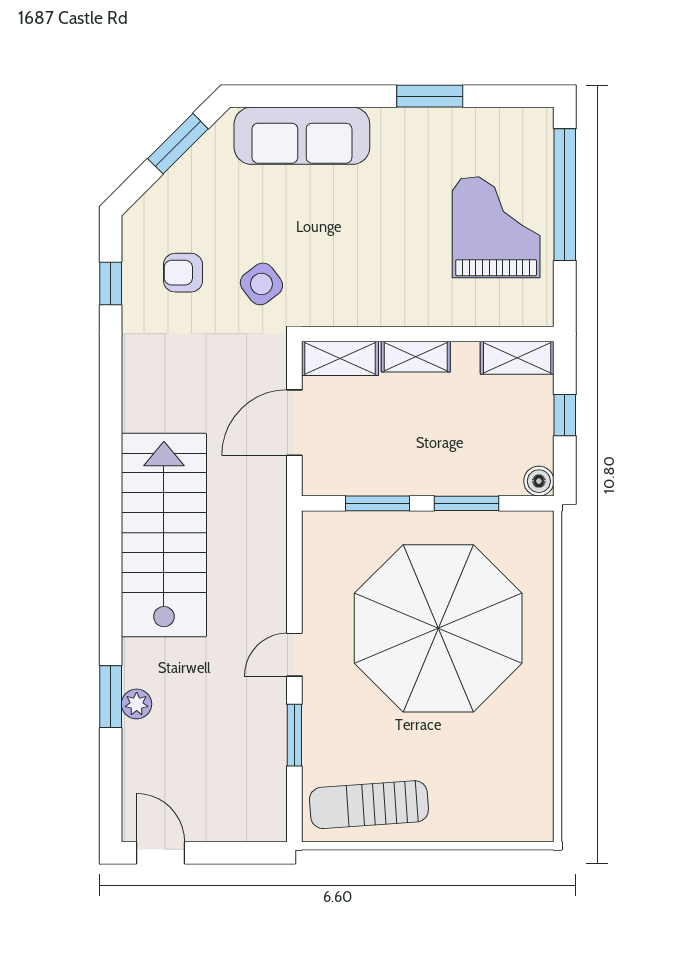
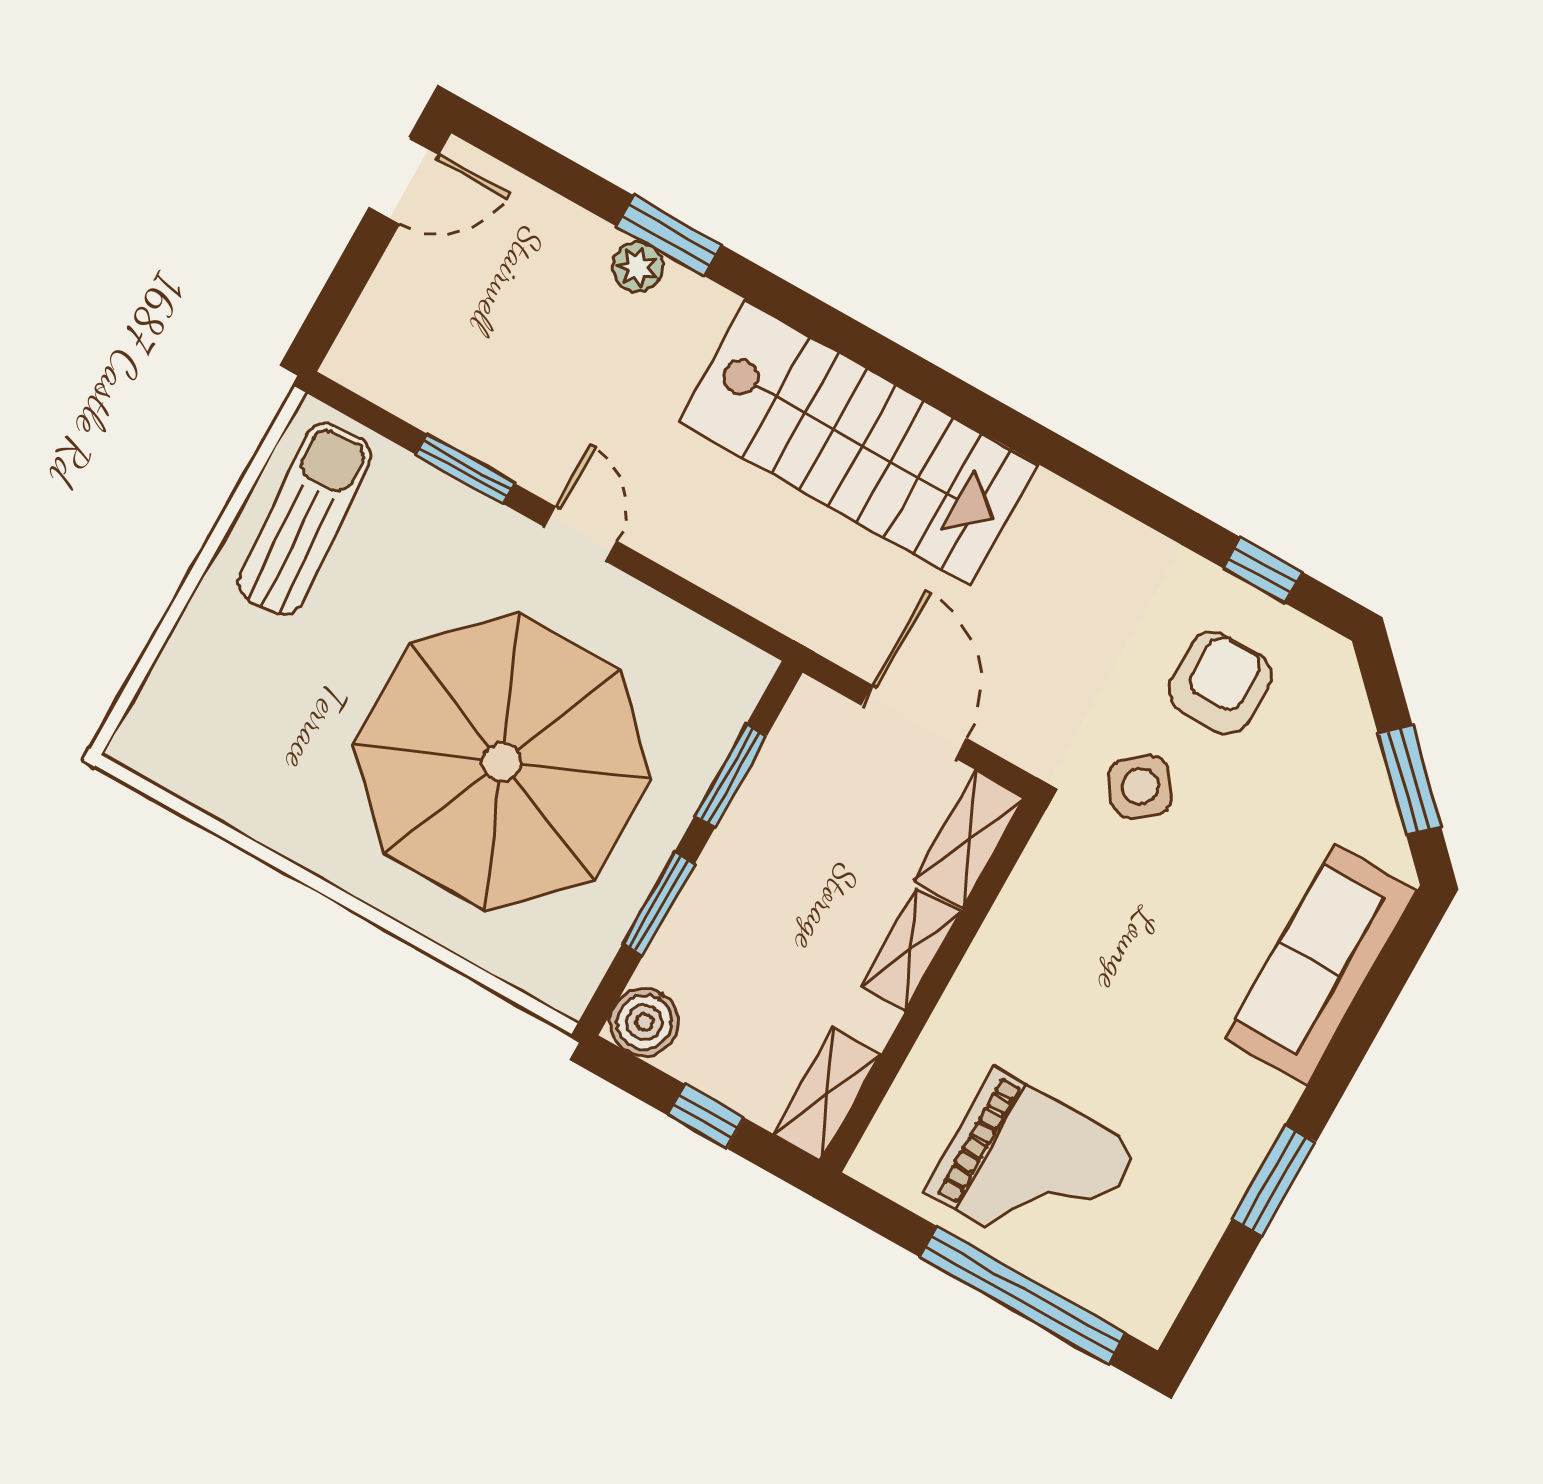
armchair: (183, 273) -> (1220, 683), width x1.38, depth x1.38
boiler: (539, 481) -> (644, 1022), width x1.36, depth x1.36

